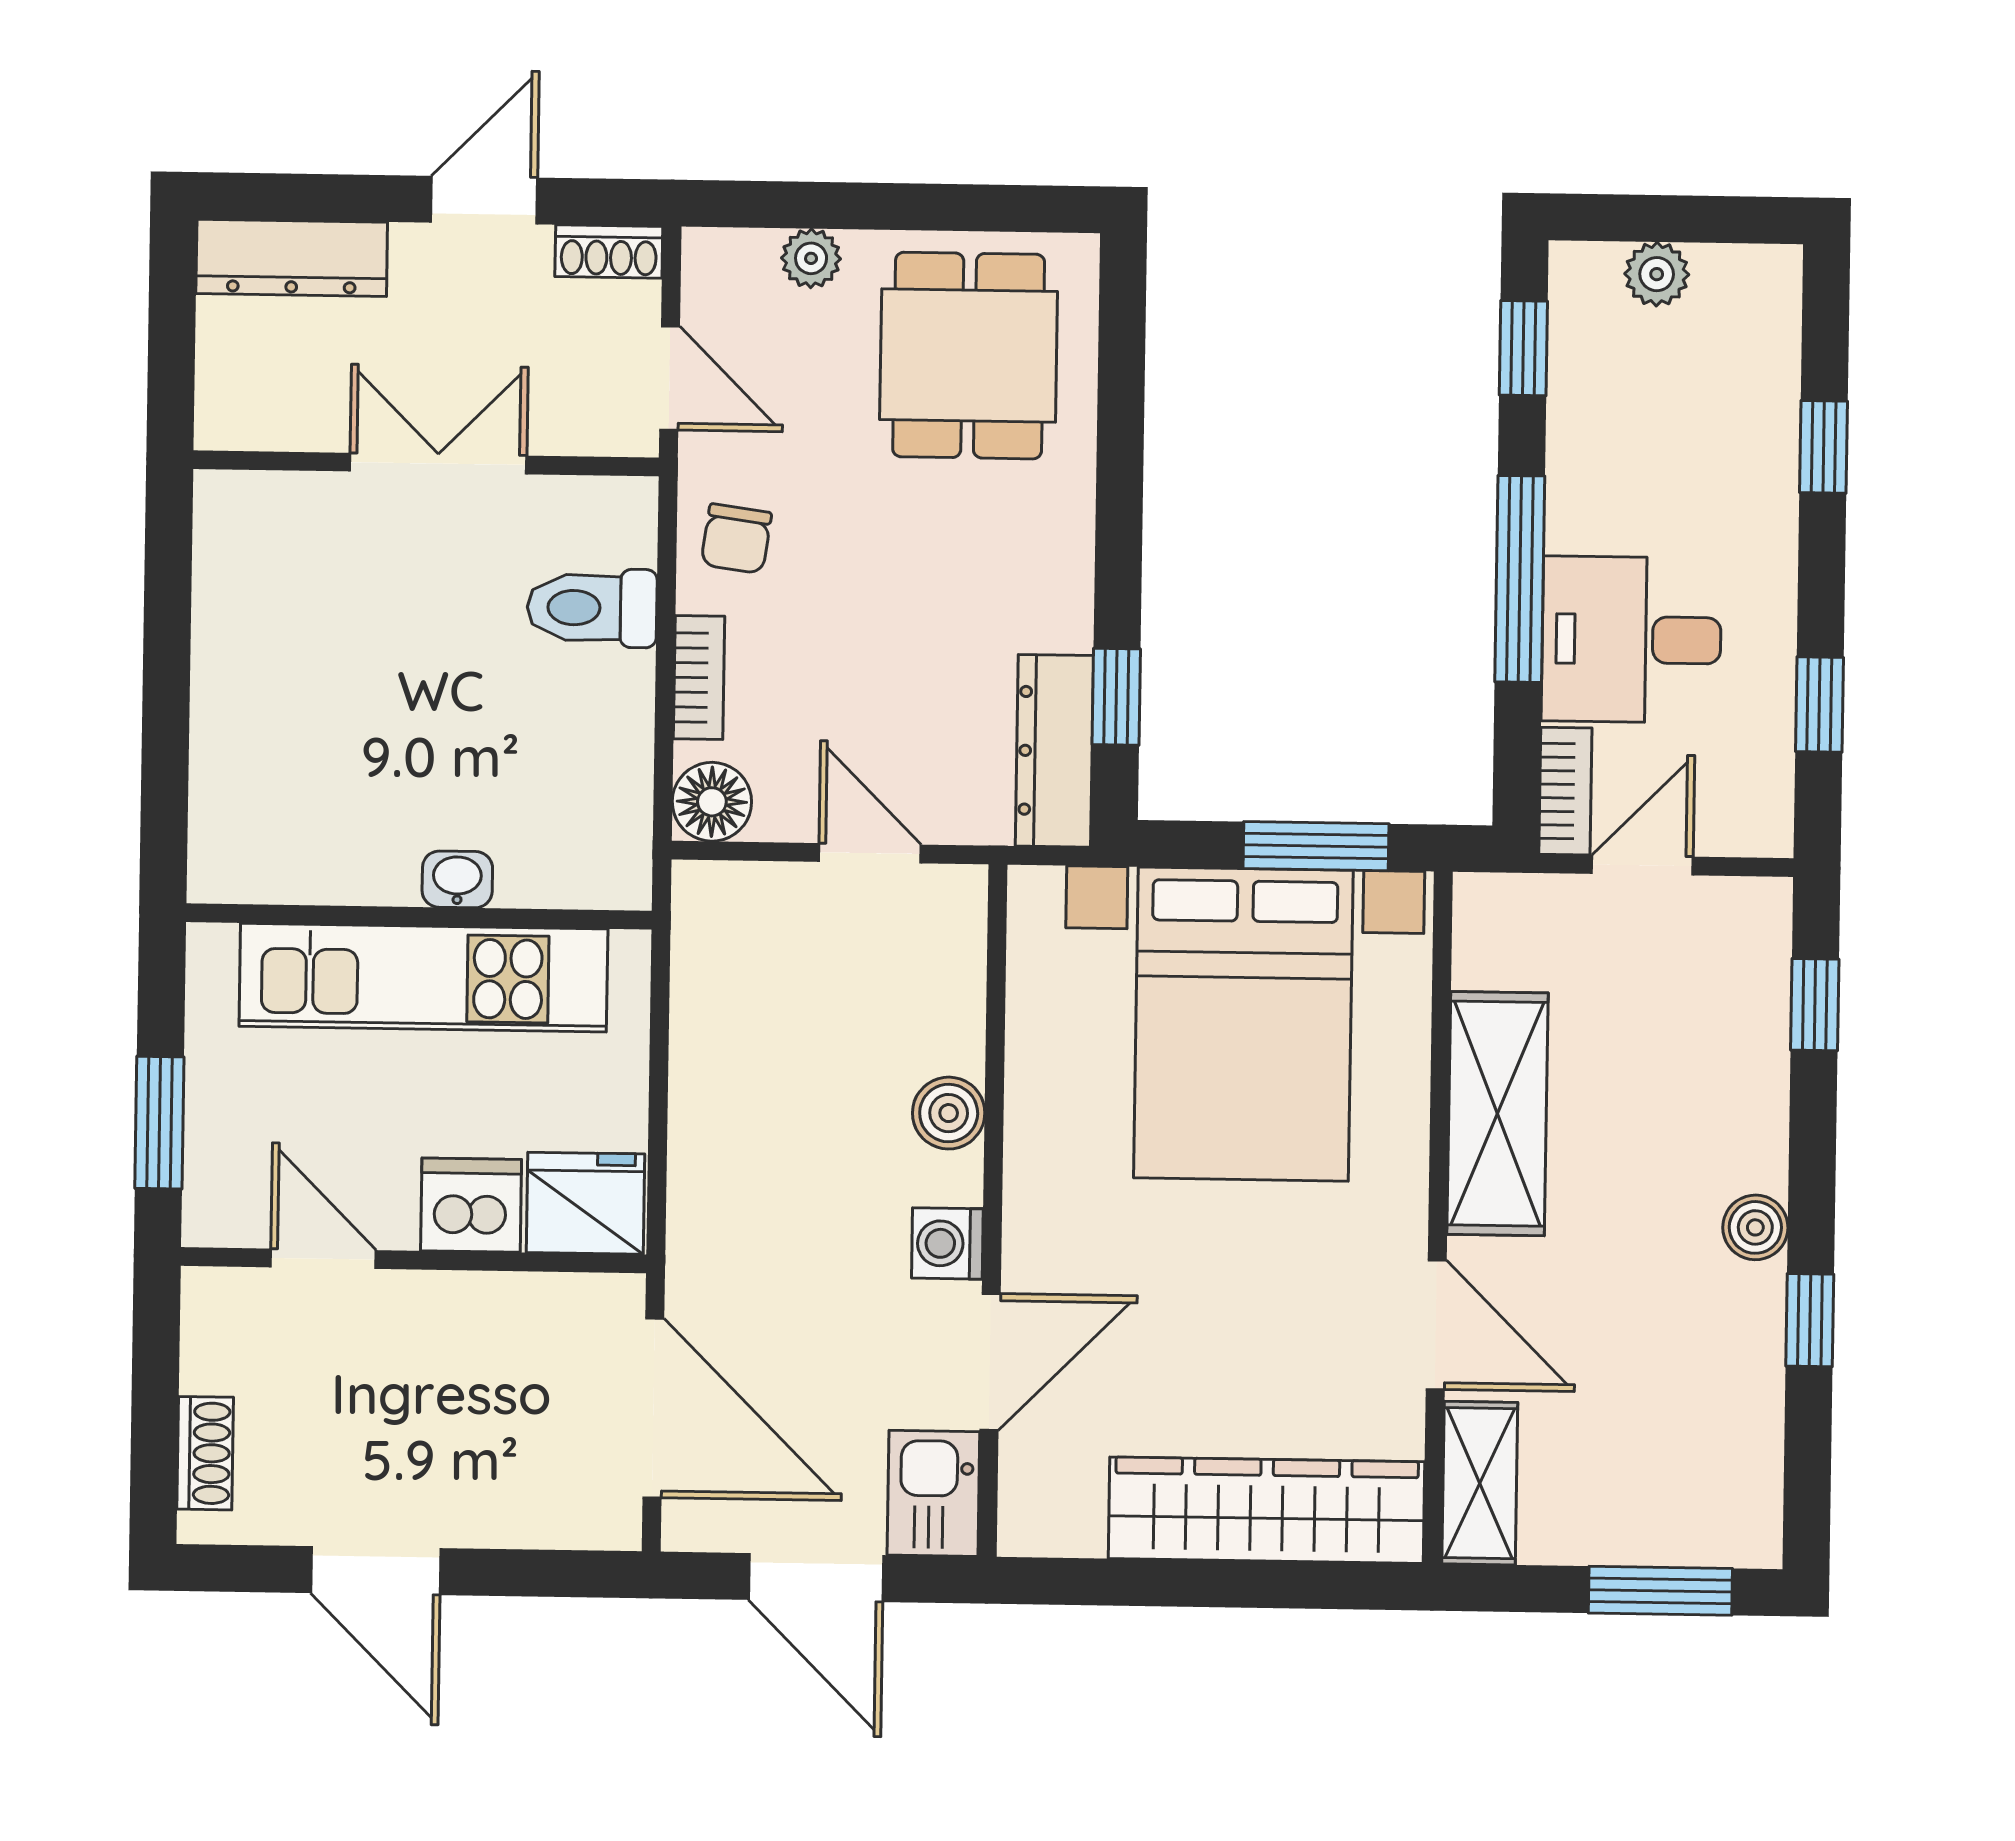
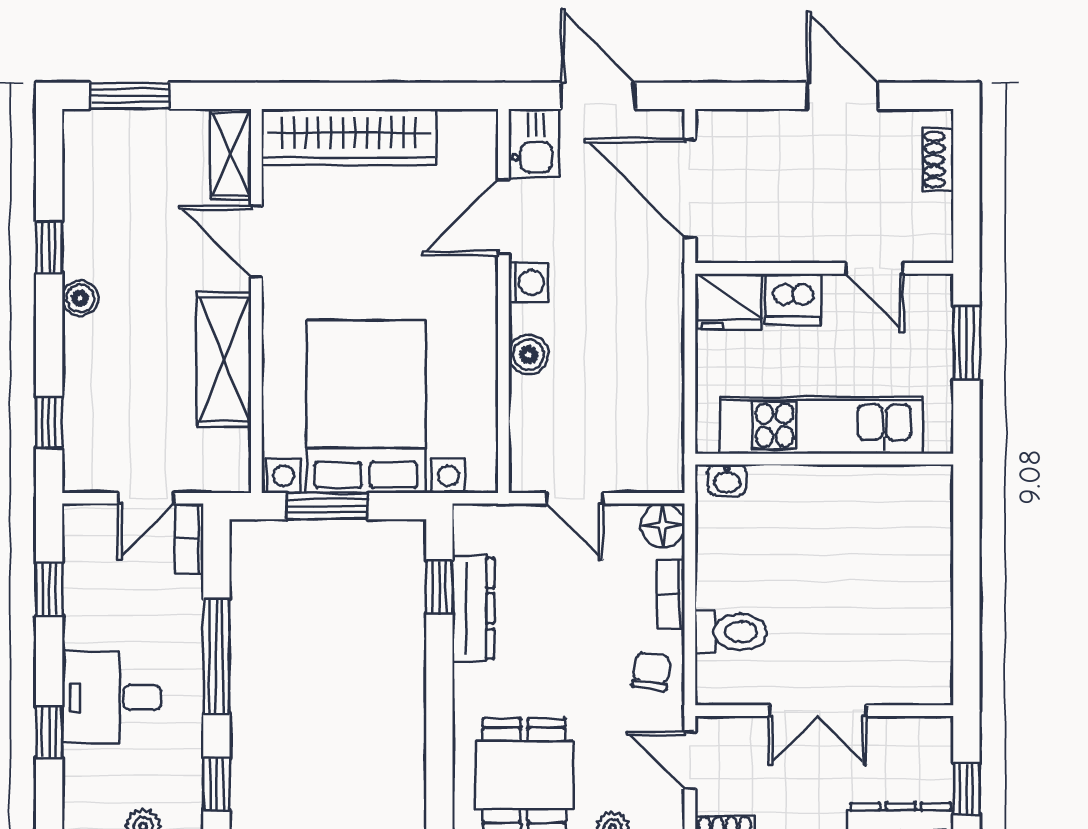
window: (172, 318) -> (966, 789), added
desk: (1631, 640) -> (112, 697), moved, turned 180
dresser: (1054, 751) -> (473, 608), moved
washbasin: (457, 879) -> (727, 480), moved

